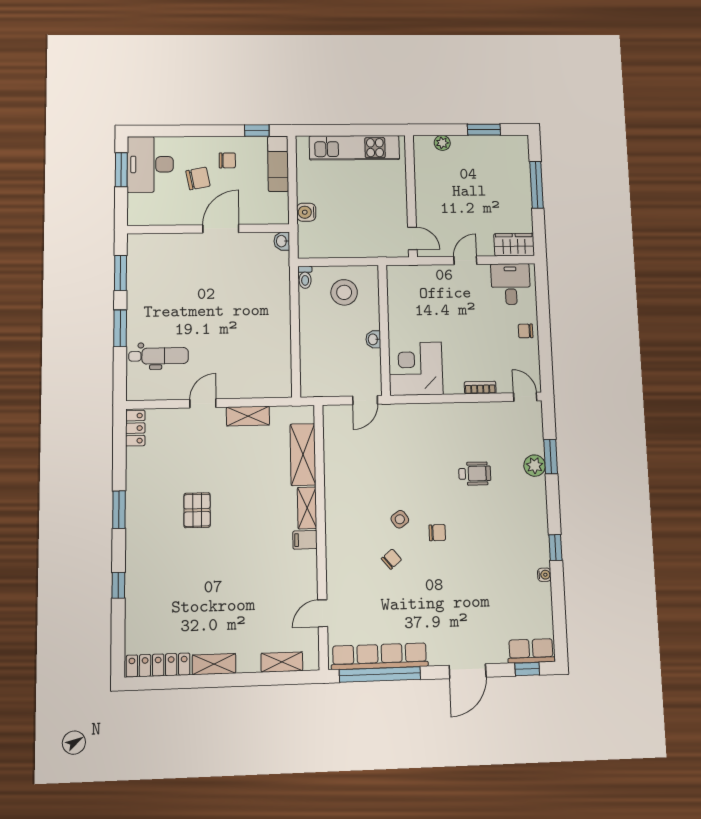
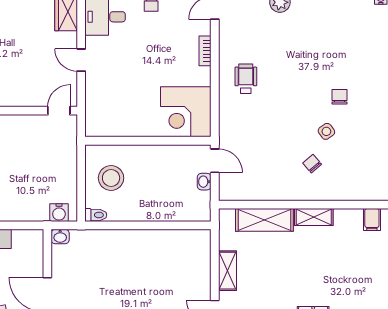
water cooler: (306, 212) -> (59, 213), moved
washbasin: (373, 339) -> (204, 182), moved, turned 90
wheelchair: (475, 474) -> (246, 79), moved
filing cabinet: (305, 540) -> (372, 220), moved
chair: (391, 559) -> (312, 164), moved

